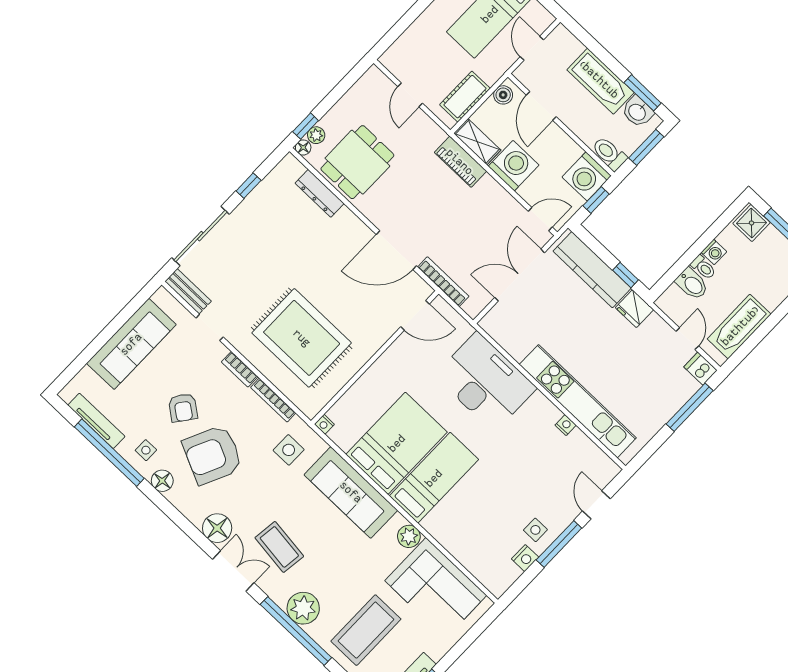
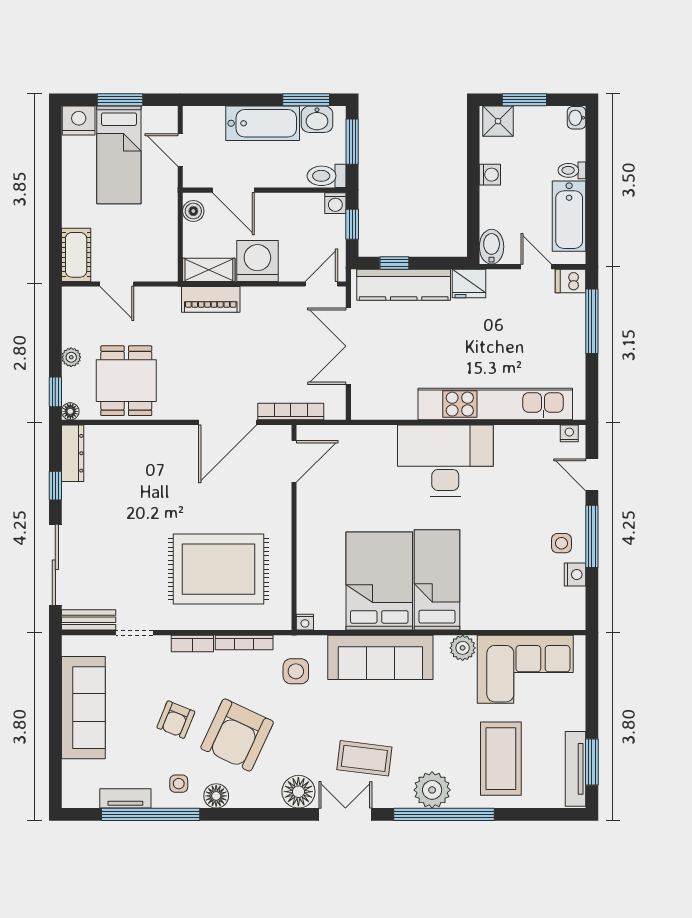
cot: (465, 97) -> (76, 255), moved
plant: (316, 135) -> (71, 357), moved
washing machine: (587, 176) -> (335, 203), width x0.53, depth x0.53
dresser: (320, 193) -> (73, 453), moved, turned -90
toilet: (703, 267) -> (572, 170), moved, turned 180
window: (626, 275) -> (394, 263), moved
bidet: (692, 284) -> (492, 247), moved, turned -90
desk: (486, 382) -> (445, 461), moved
armchair: (183, 408) -> (176, 720), turned 75
tv unit: (96, 421) -> (125, 798), width x0.71
nightstand: (566, 425) -> (569, 433), moved

